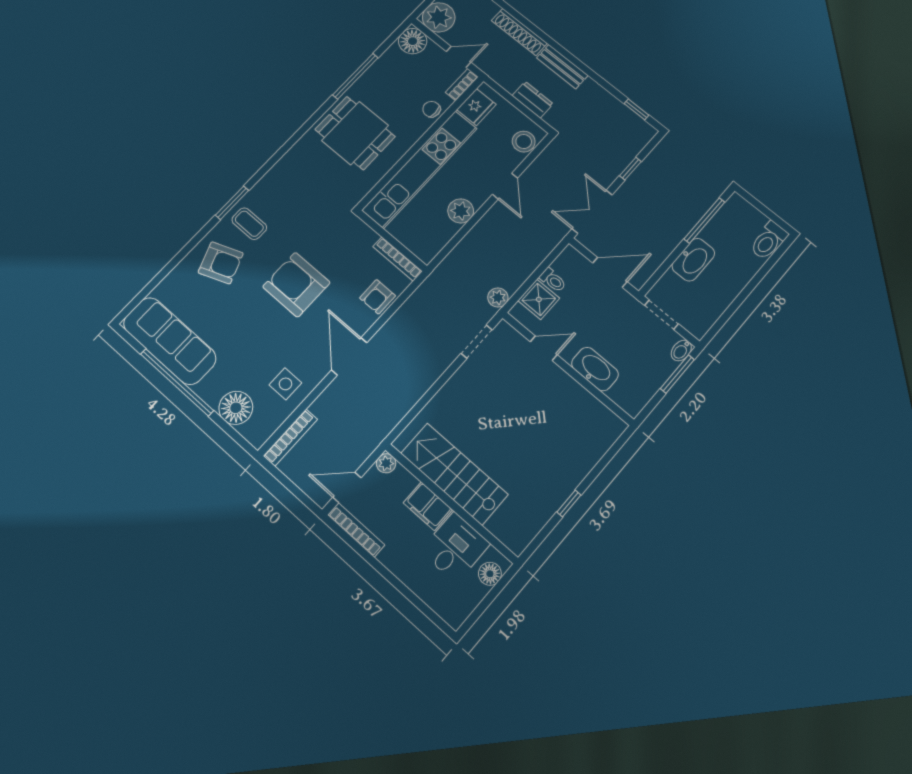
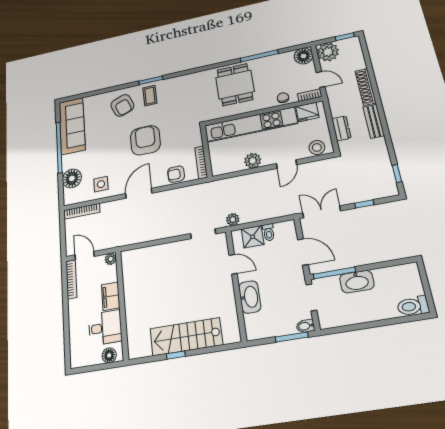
window: (704, 221) -> (334, 273), moved
stairs: (454, 474) -> (186, 337), moved, turned -90

